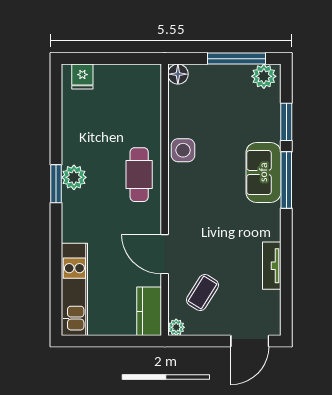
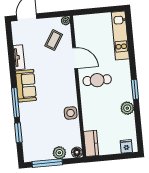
plant: (264, 76) -> (59, 153), moved
sofa: (263, 172) -> (26, 86), moved
cafe table: (139, 175) -> (97, 80), moved, turned 90
plant: (74, 177) -> (127, 108), moved
kitchen counter: (149, 311) -> (91, 143), moved

